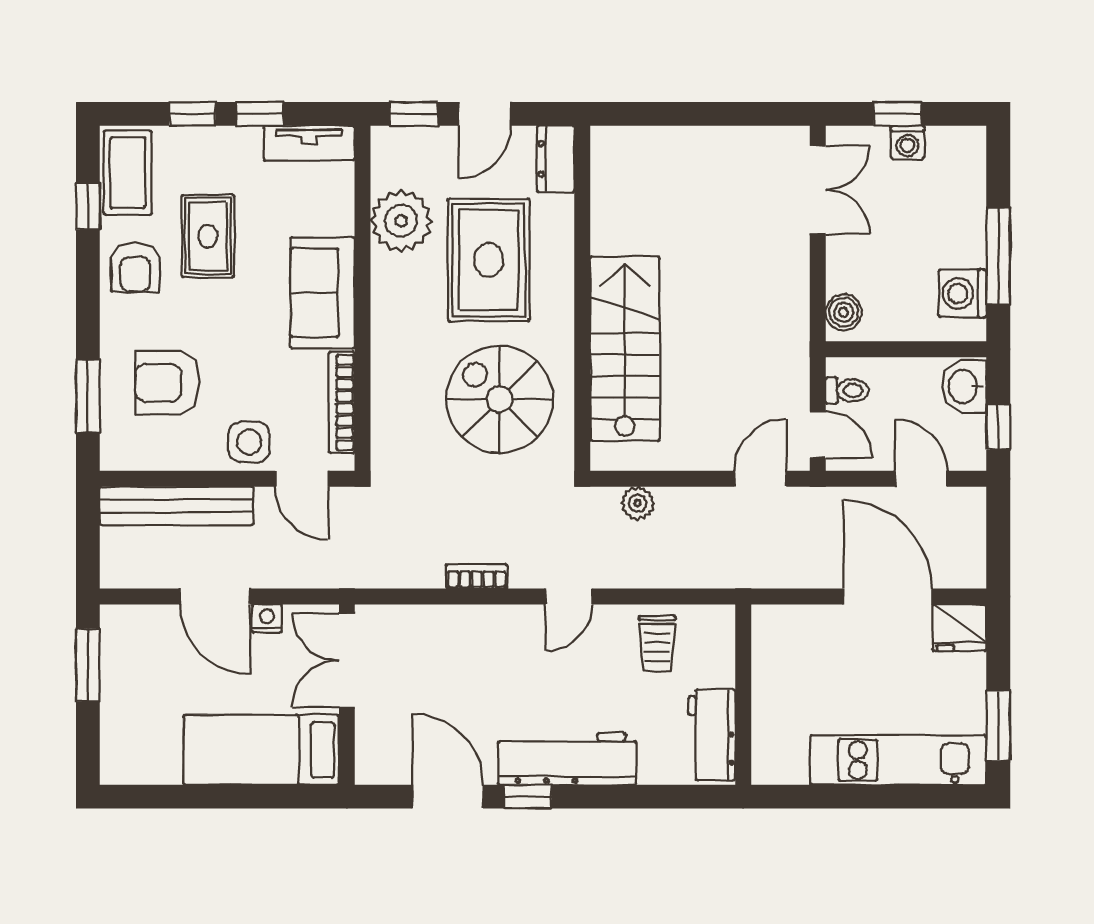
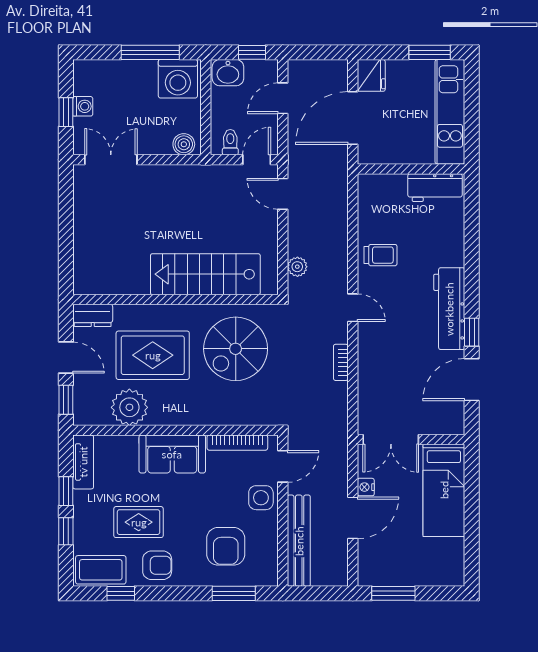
washing machine: (963, 293) -> (178, 79), width x1.37, depth x1.37
wall: (743, 695) -> (411, 169), moved
workbench: (712, 735) -> (435, 188), moved

